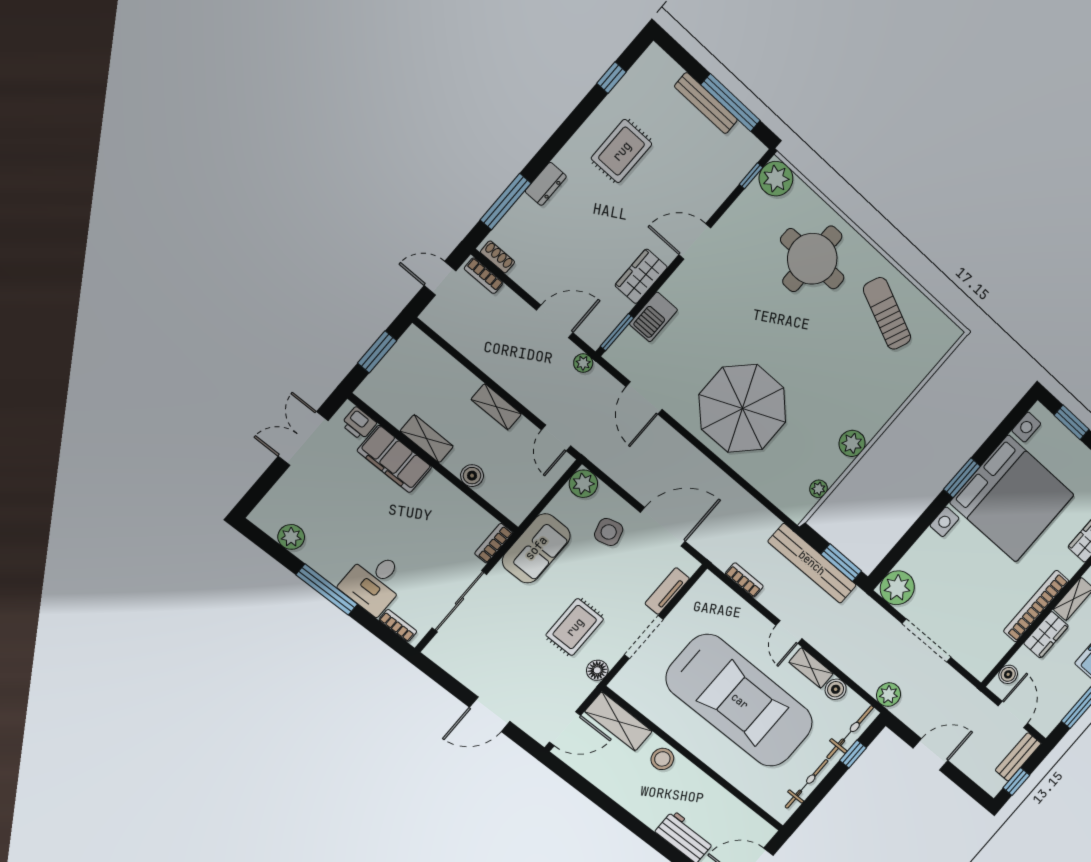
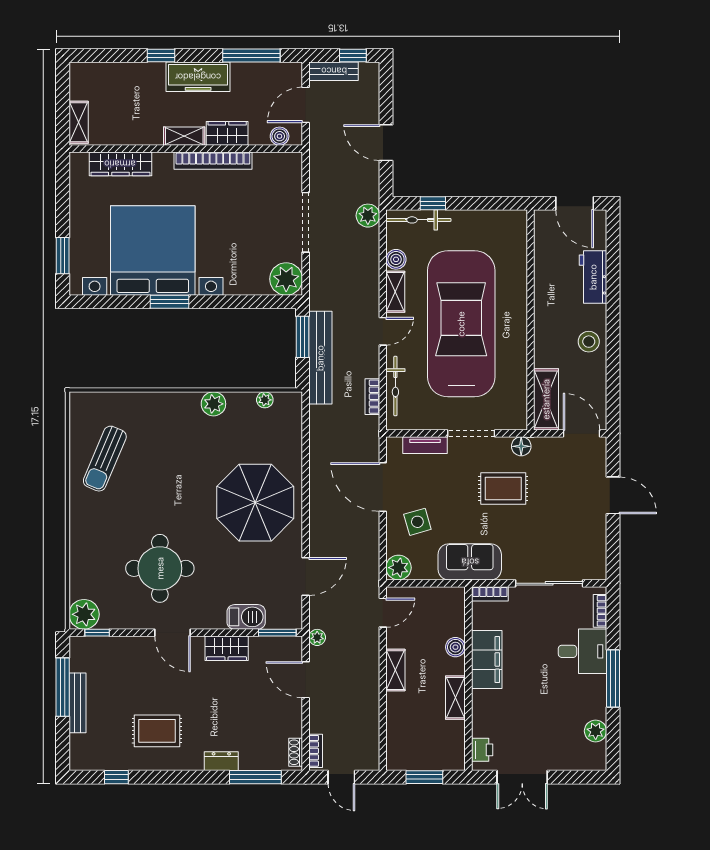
round table: (812, 259) -> (160, 568), moved
filing cabinet: (394, 459) -> (487, 660), moved
stool: (662, 759) -> (589, 342), moved
bicycle: (807, 784) -> (395, 386), moved, turned -90

